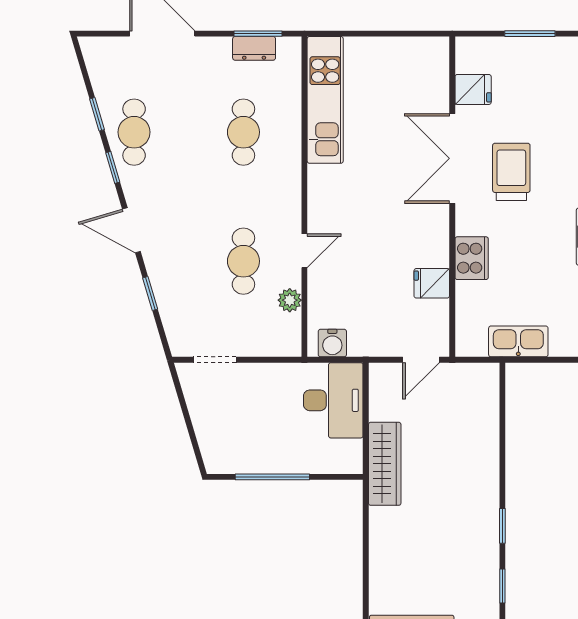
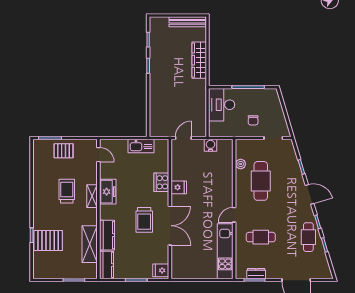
fridge: (473, 89) -> (161, 270), moved
cafe table: (243, 132) -> (261, 237), turned 90
door: (304, 251) -> (234, 215), moved
cafe table: (243, 261) -> (261, 181), width x1.37, depth x1.35
fridge: (432, 283) -> (179, 187), moved
water cooler: (332, 343) -> (211, 145), moved
desk: (333, 400) -> (222, 105), moved
chair: (261, 401) -> (253, 120), added
wardrobe: (385, 464) -> (199, 60), moved

